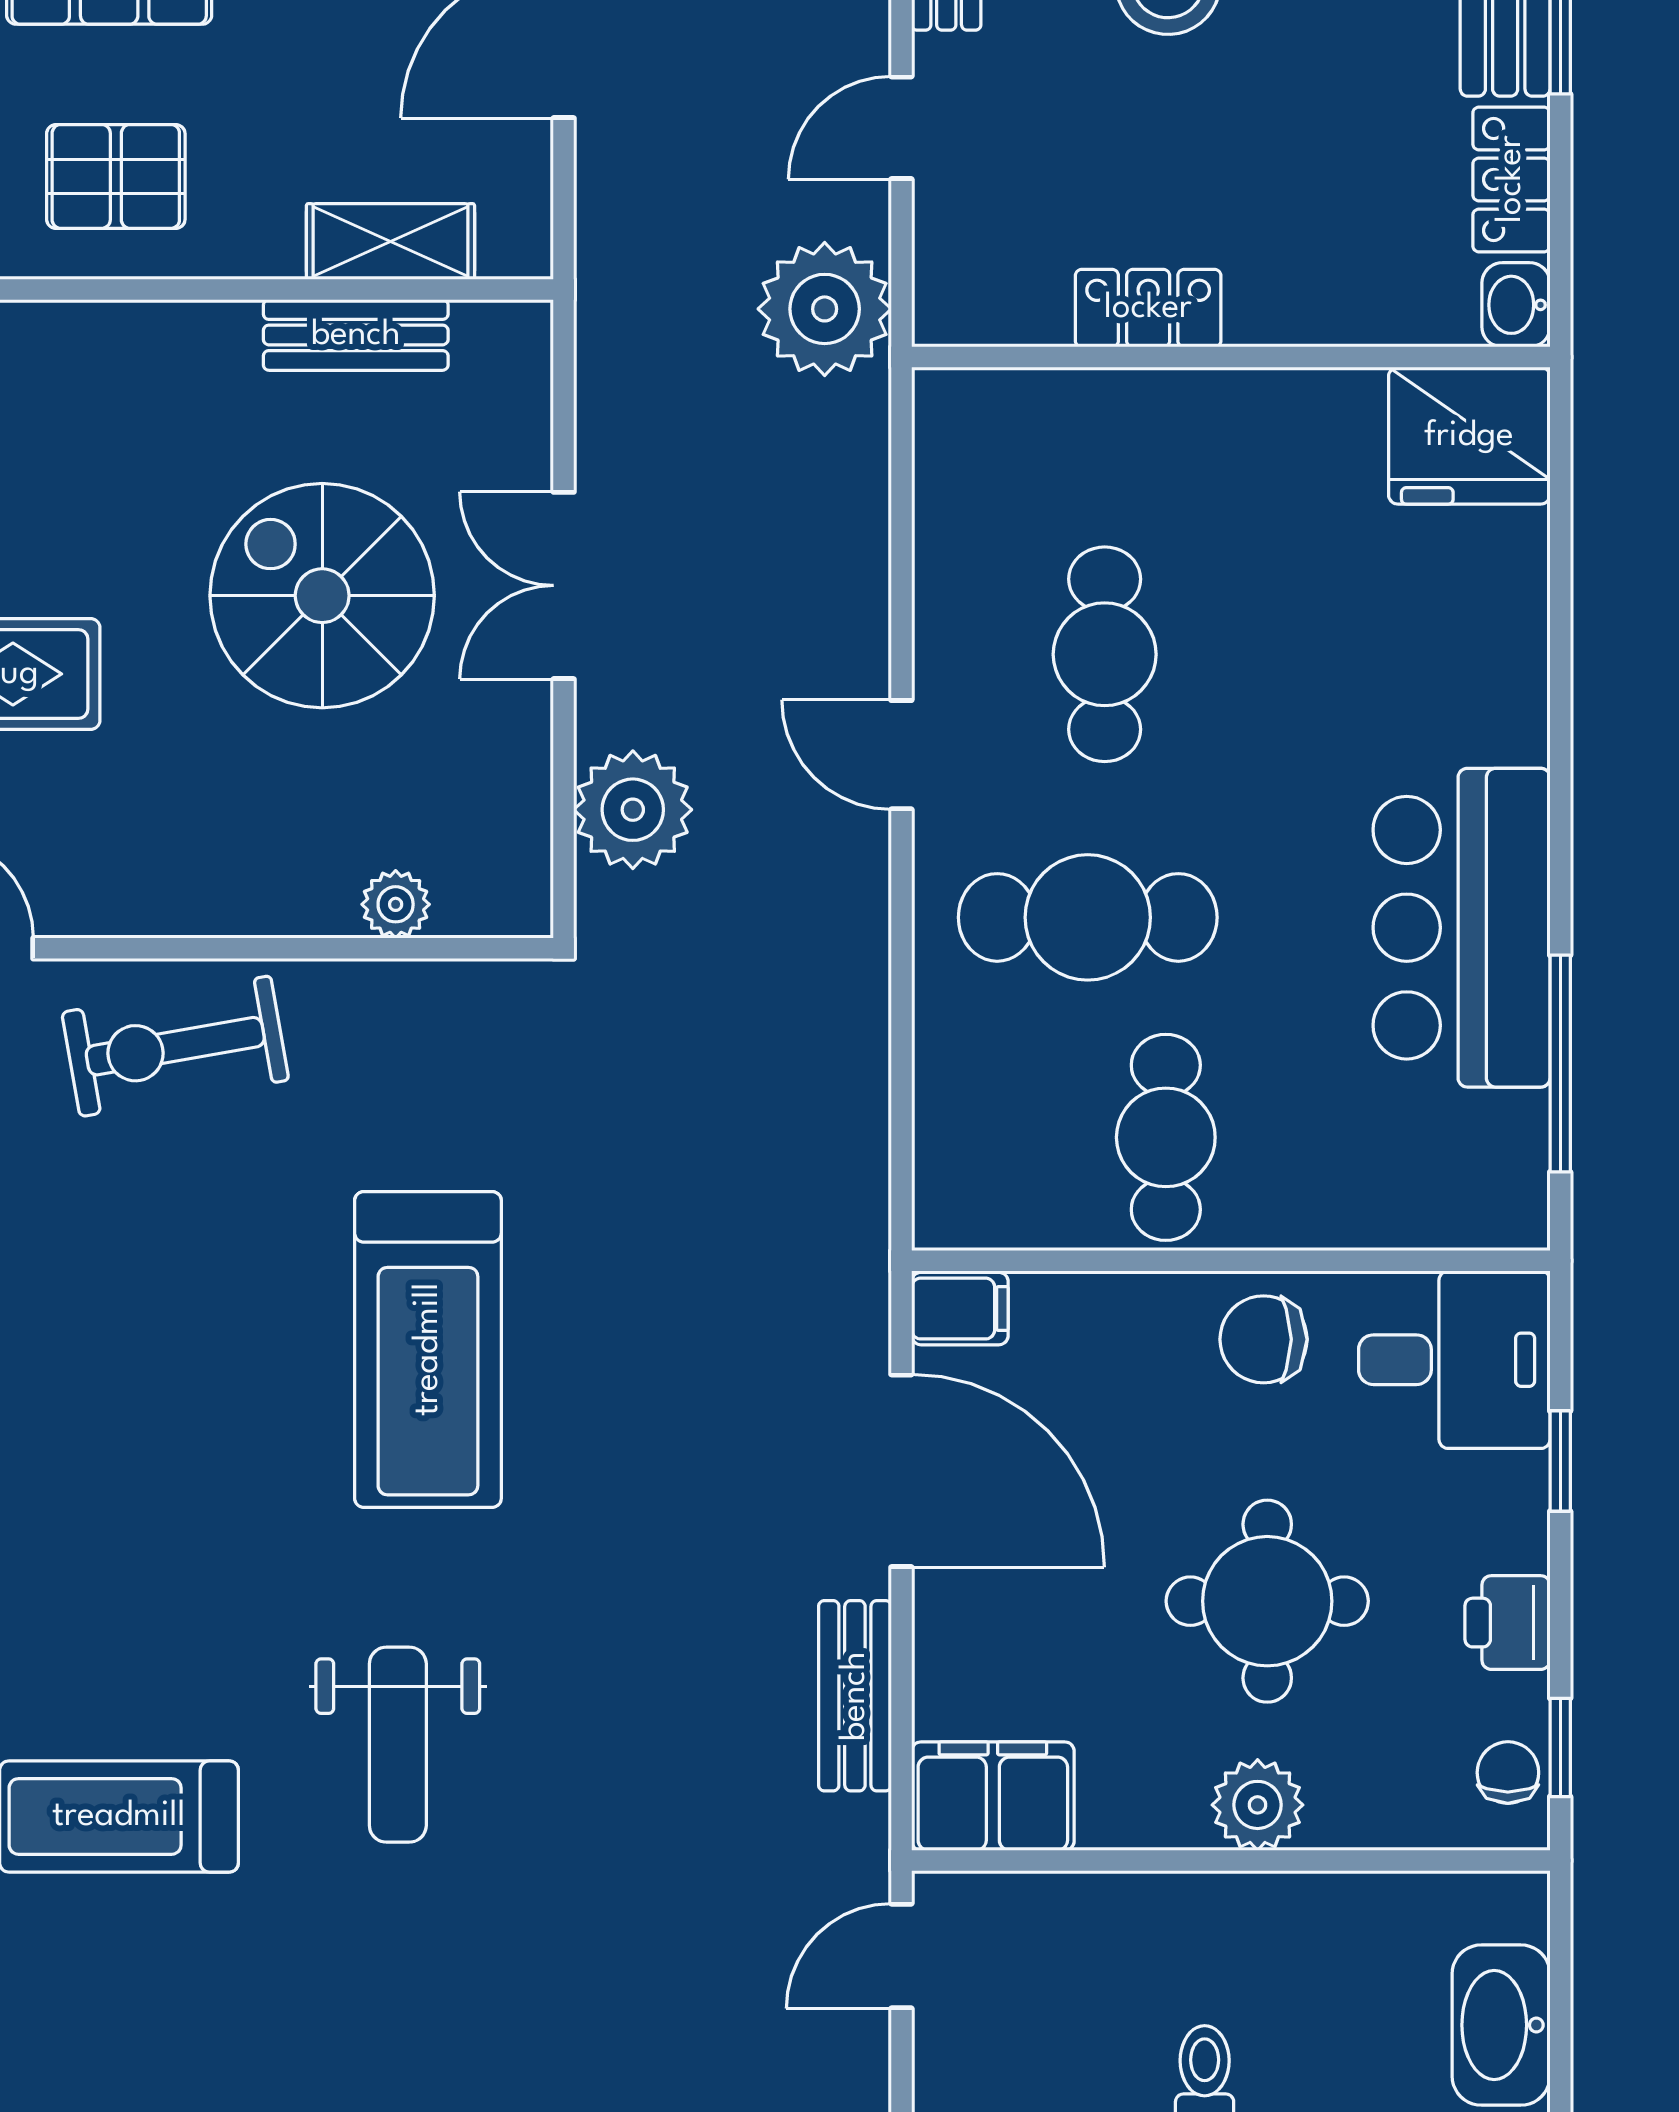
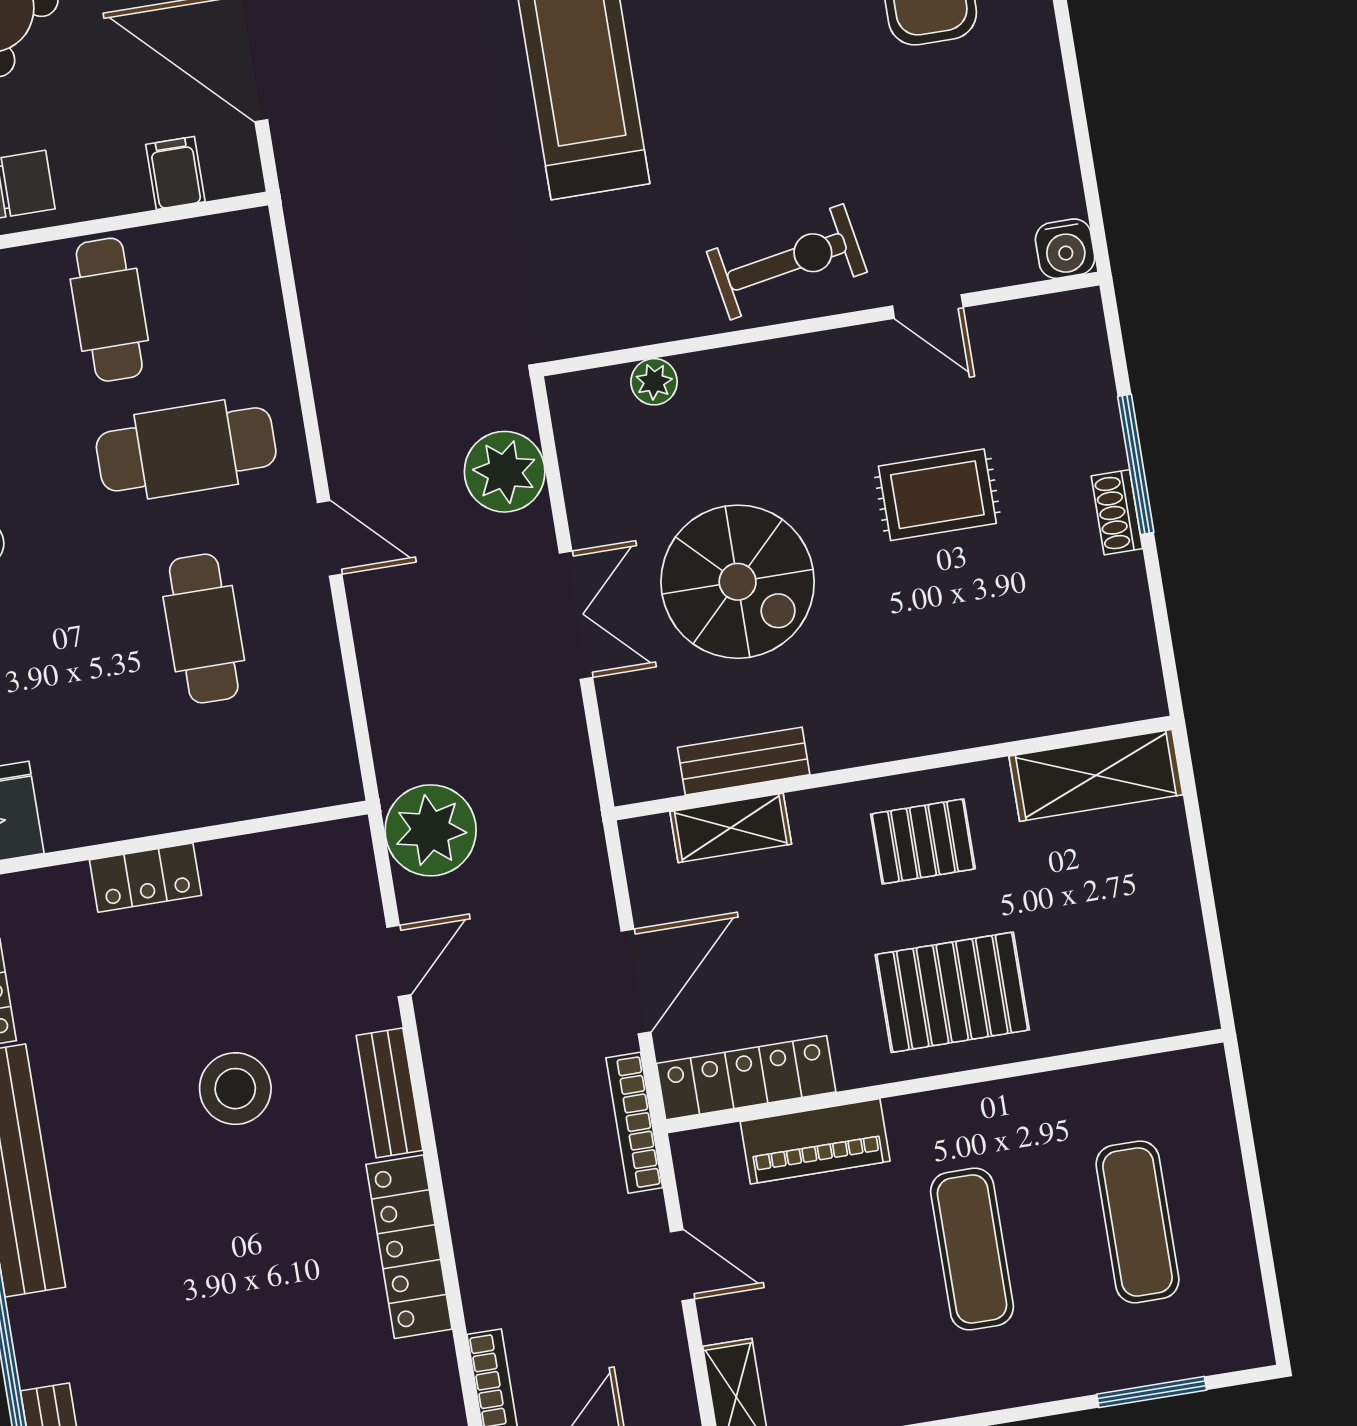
locker: (1148, 308) -> (145, 878), moved
filing cabinet: (960, 1309) -> (175, 173), moved, turned 90

